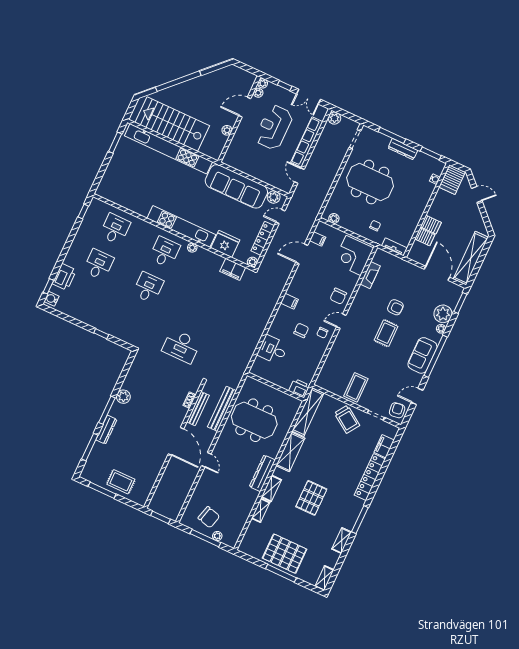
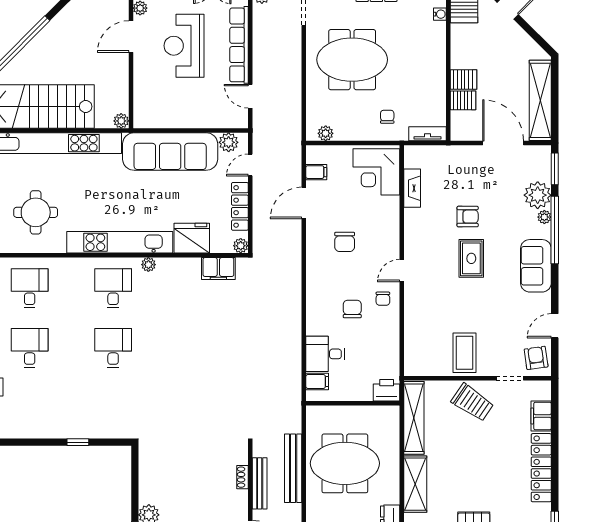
plant: (227, 130) -> (121, 121), moved
round table: (140, 185) -> (36, 212), added
chair: (338, 296) -> (345, 242), moved
filing cabinet: (289, 301) -> (317, 382), moved
desk: (181, 346) -> (197, 408), removed
window: (436, 356) -> (555, 230), moved

